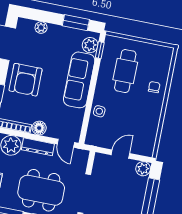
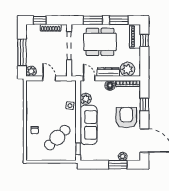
window: (76, 23) -> (118, 165), moved
plant: (90, 45) -> (86, 99), moved
cafe table: (125, 71) -> (57, 138), turned 46
door: (120, 154) -> (49, 78), swing flipped

